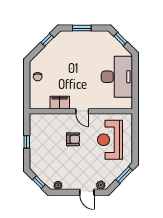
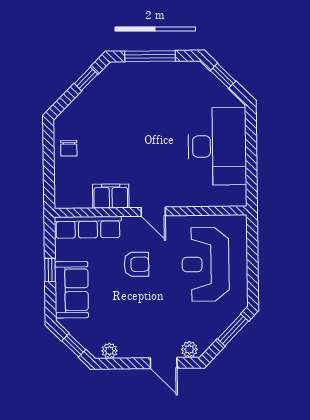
window: (82, 28) -> (150, 56), width x1.44
row of seats: (47, 119) -> (88, 227), added
sofa: (38, 152) -> (72, 290), added

